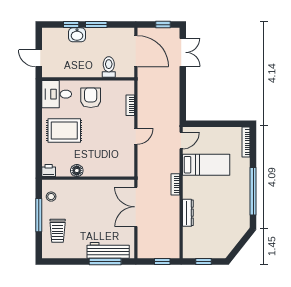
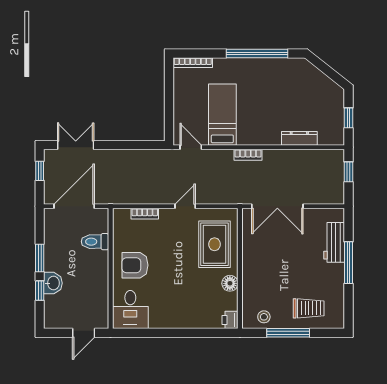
rug: (64, 131) -> (215, 244), moved
door: (136, 136) -> (185, 206), hinge flipped
dresser: (188, 213) -> (299, 138), moved
workbench: (108, 250) -> (334, 242), width x0.73
window: (105, 261) -> (349, 263), moved

